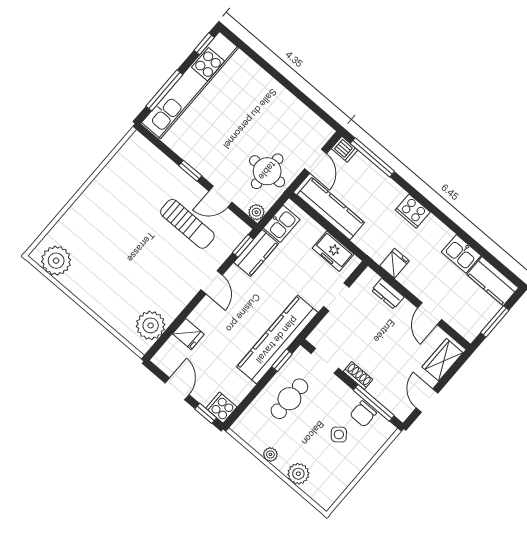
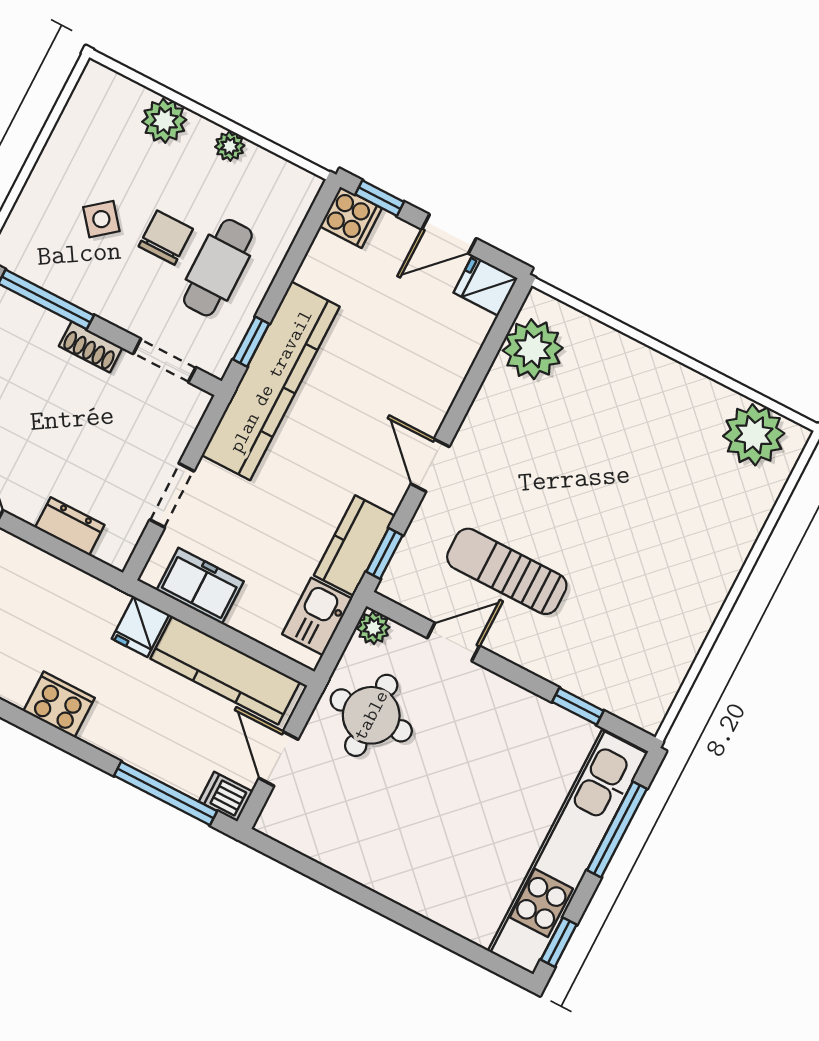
window: (190, 171) -> (578, 706), moved
fridge: (395, 263) -> (140, 627), moved
fridge: (188, 334) -> (486, 285), moved
door: (177, 389) -> (449, 234), hinge flipped
chair: (363, 414) -> (166, 238), moved

